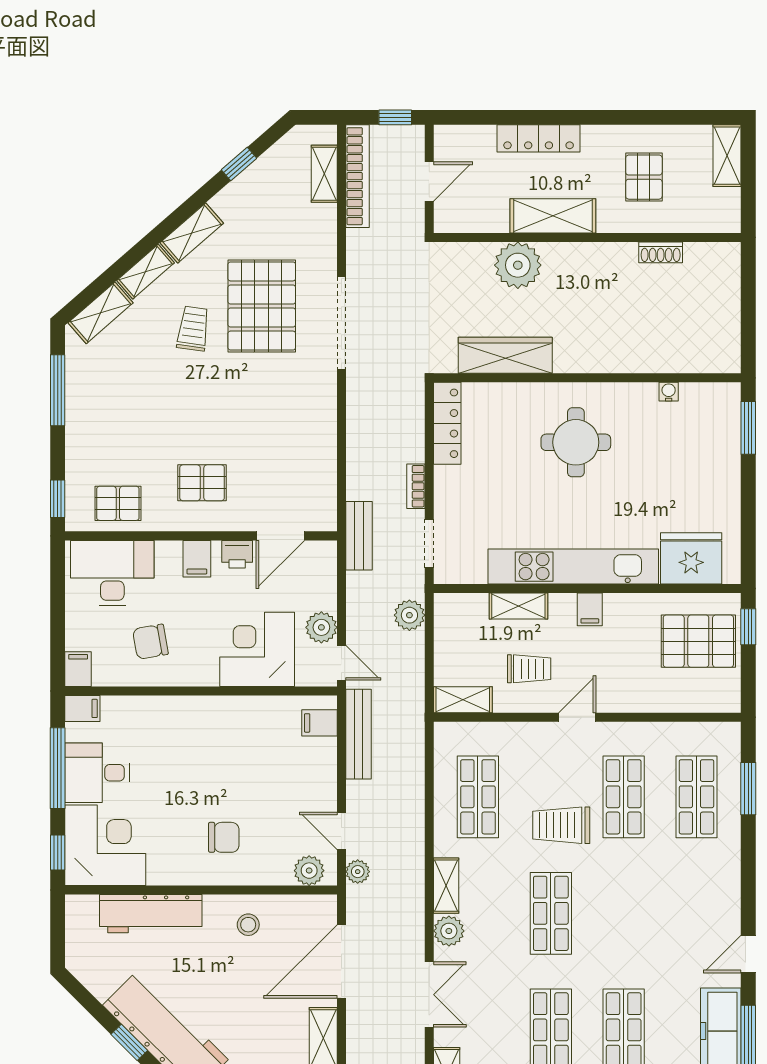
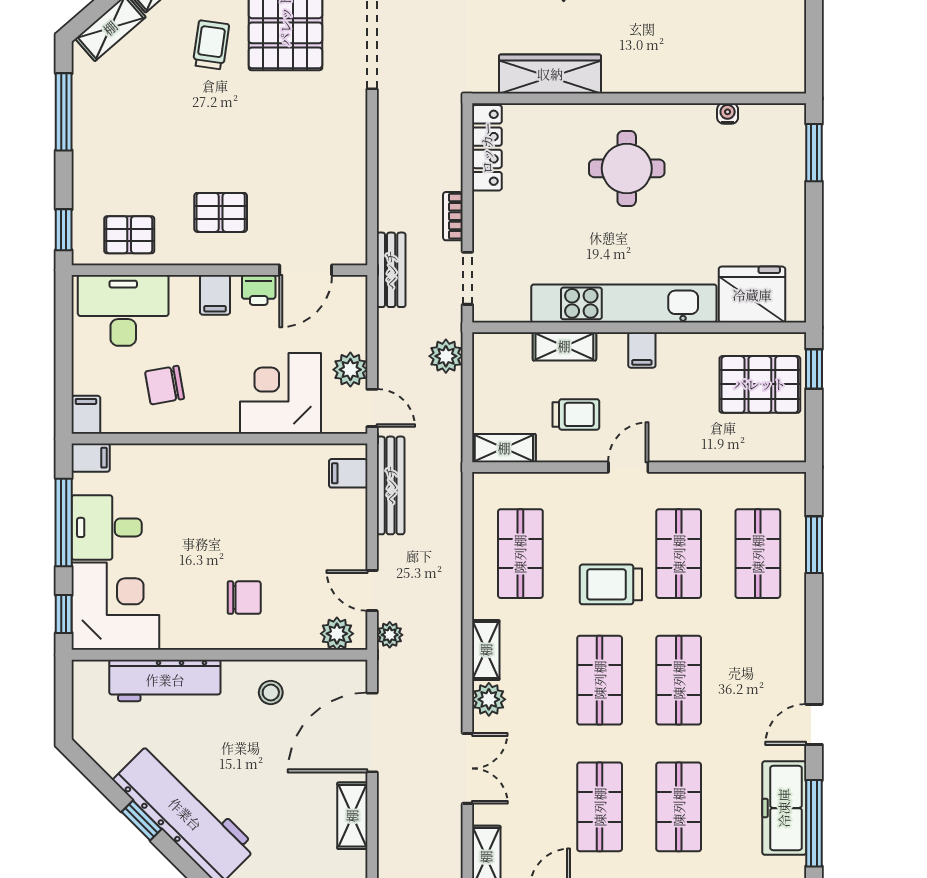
shop shelf: (624, 913) -> (679, 680), added

